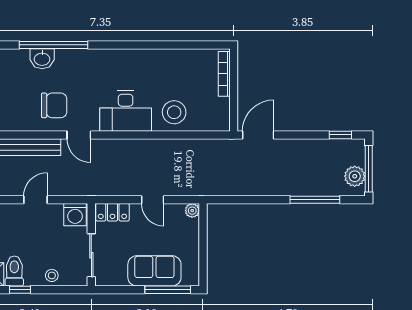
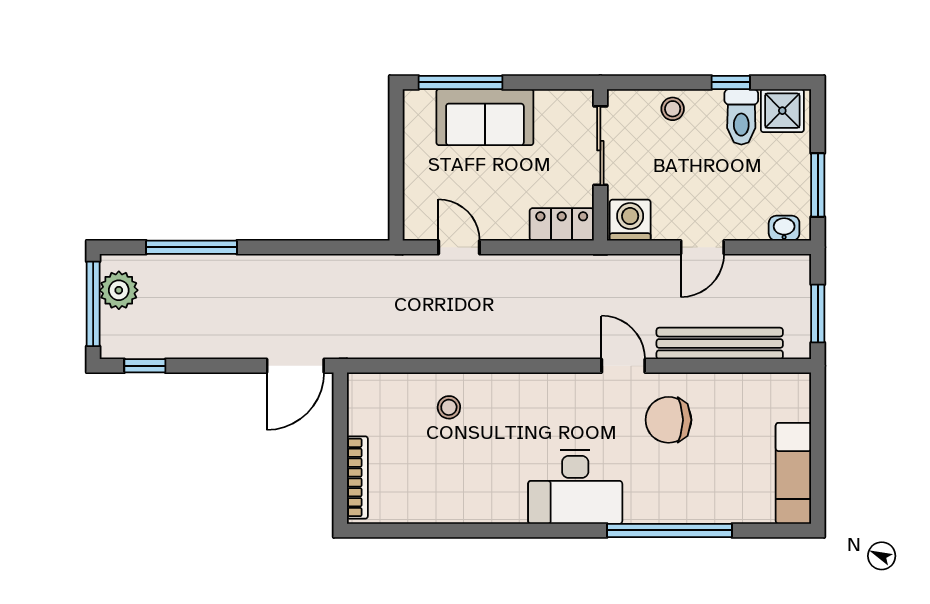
washbasin: (42, 59) -> (691, 505), removed
desk: (126, 111) -> (575, 487), moved, turned 180
stool: (174, 112) -> (449, 407), width x0.53, depth x0.53
door: (153, 200) -> (459, 247), moved
plant: (192, 211) -> (416, 227), removed

